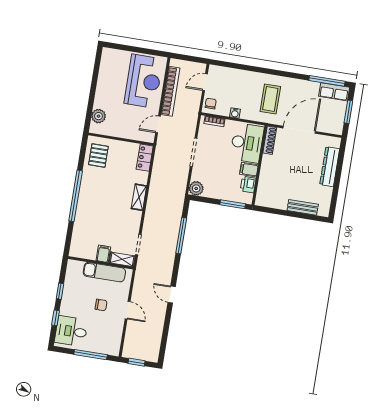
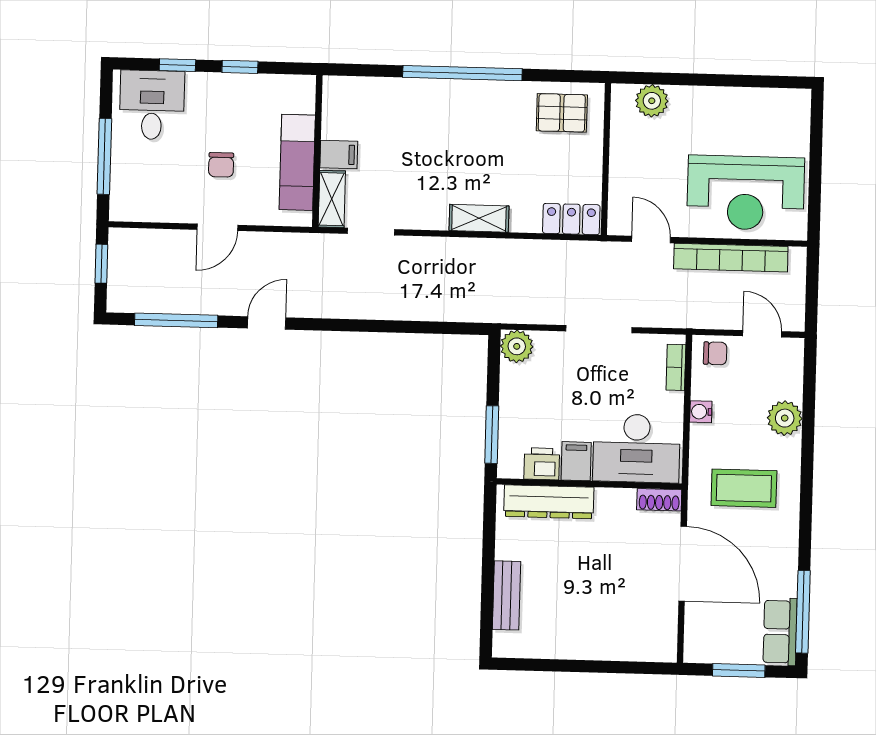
plant: (243, 77) -> (785, 418), added
shoe rack: (270, 140) -> (659, 500), width x0.70
dresser: (330, 167) -> (549, 502), moved, turned 180
window: (181, 236) -> (176, 320), moved

